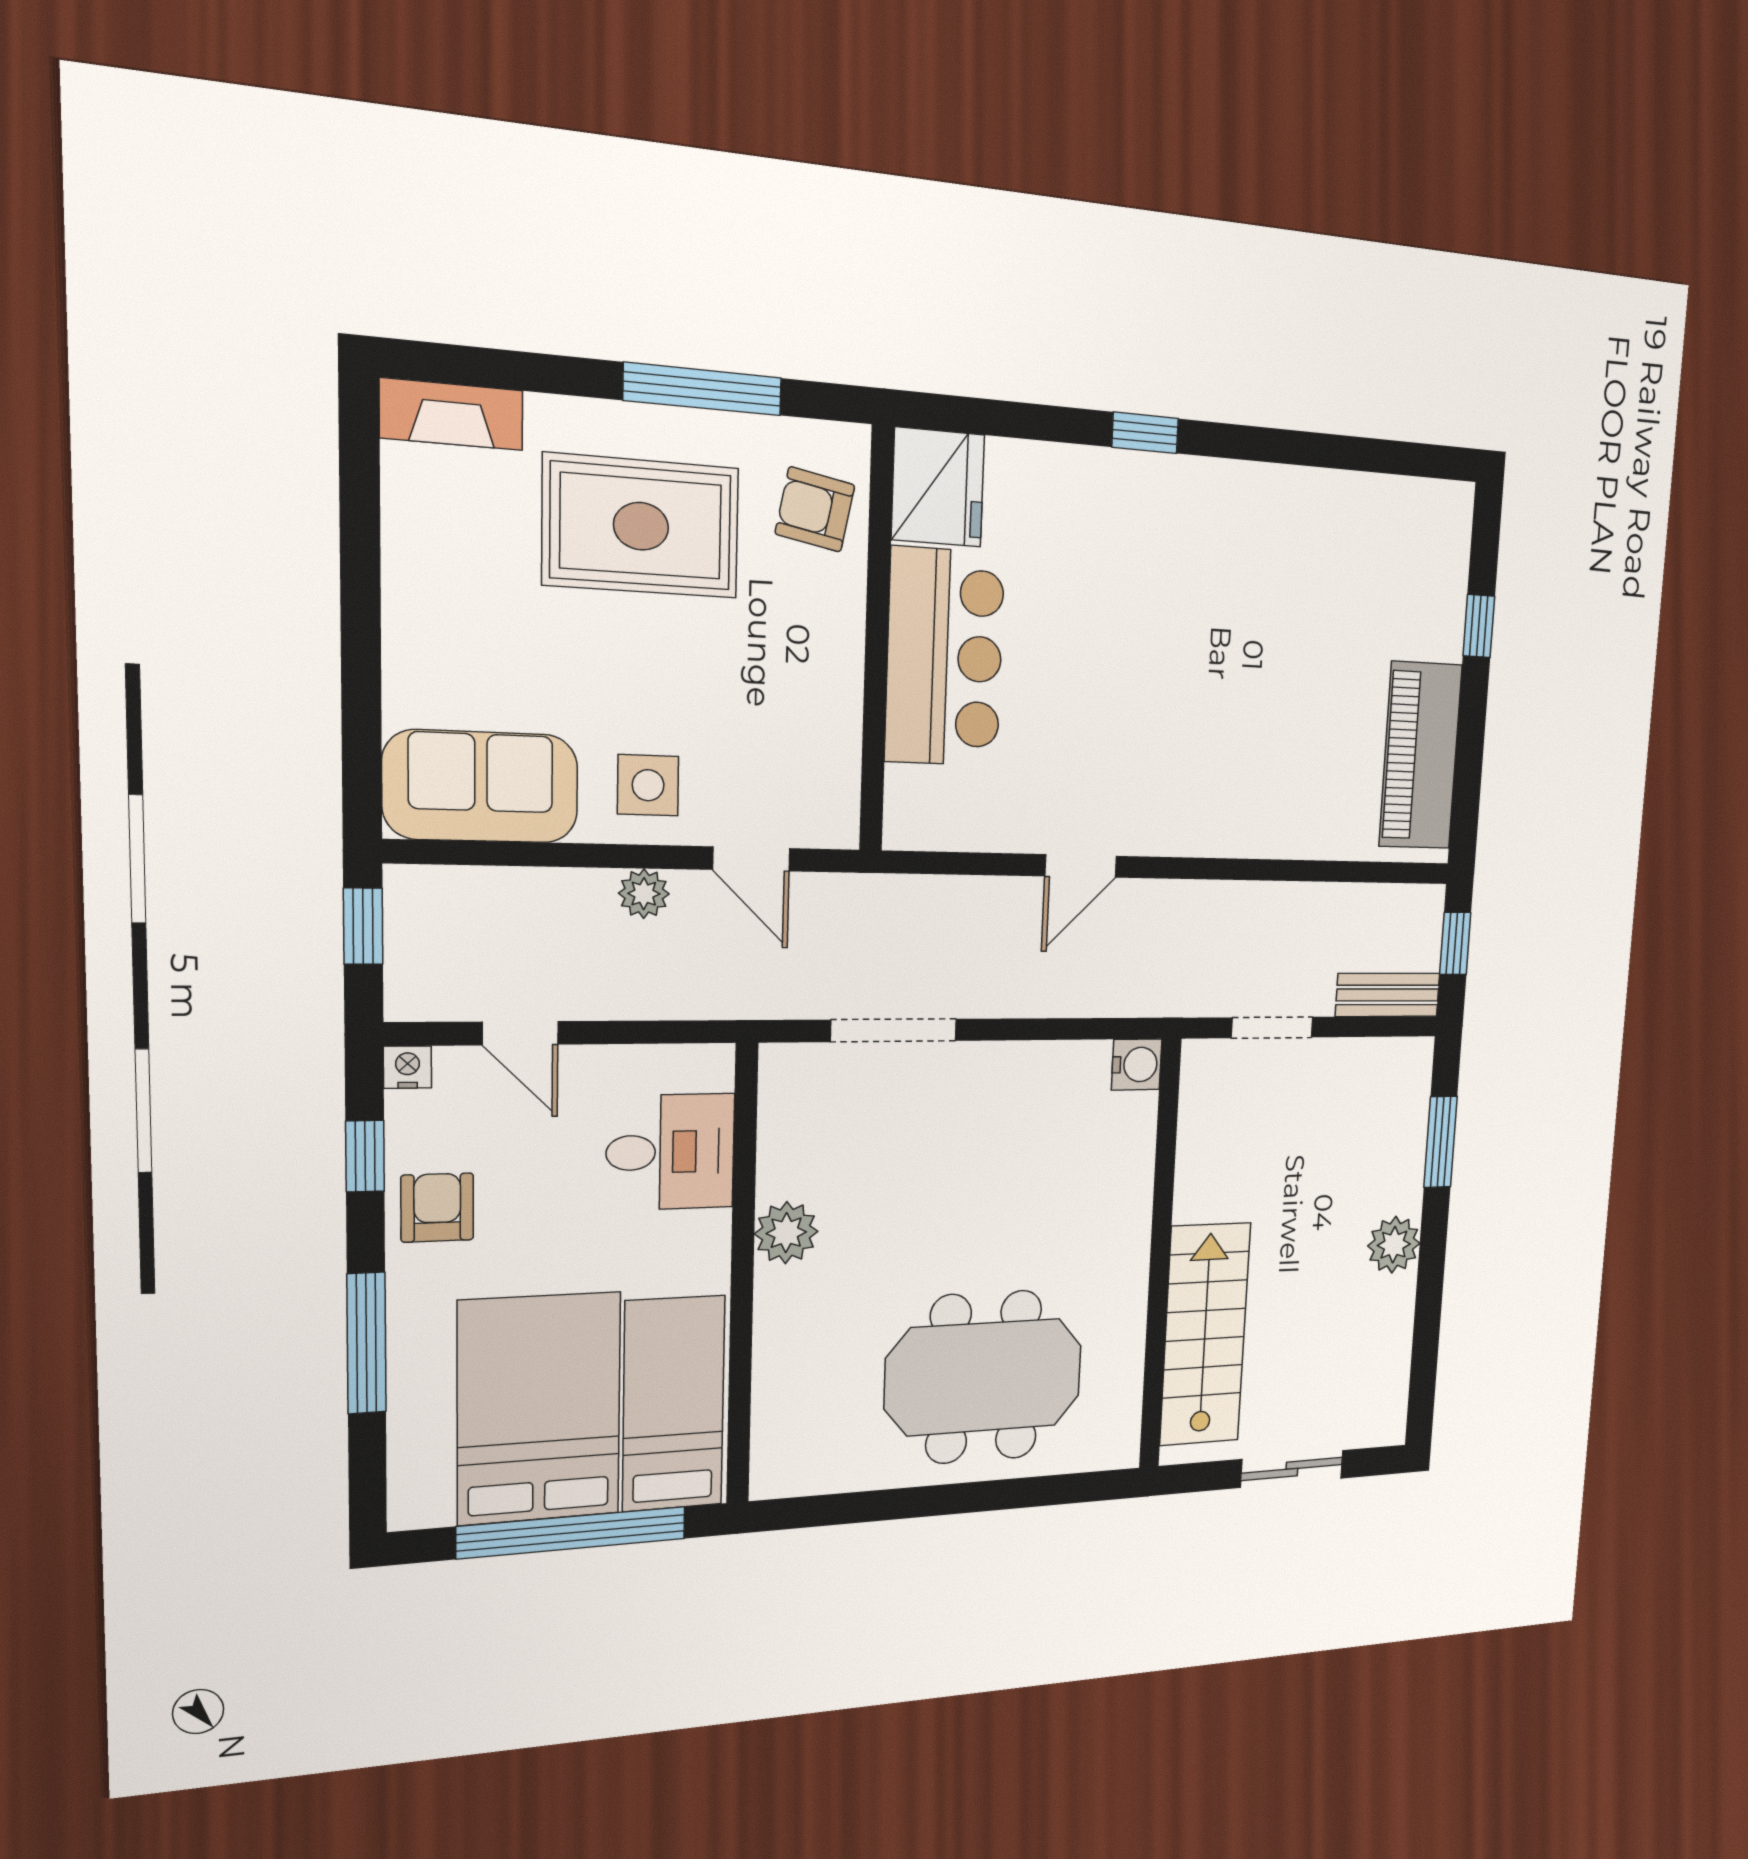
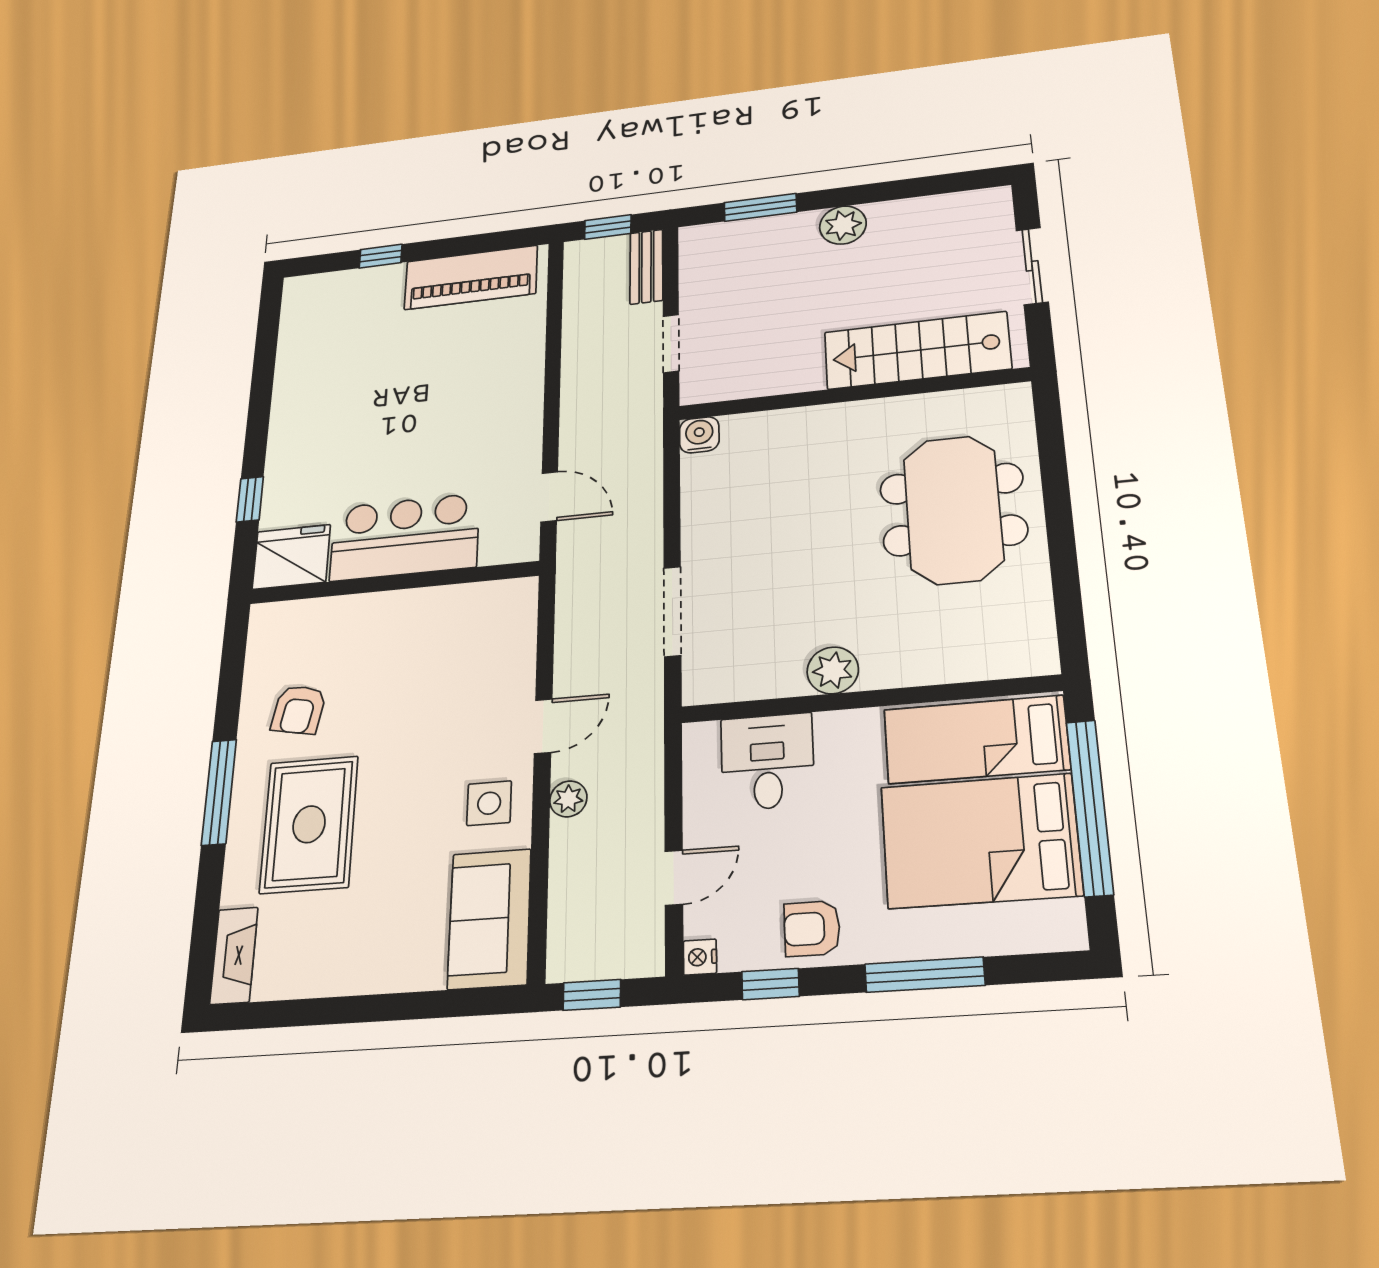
fridge: (938, 487) -> (291, 557), moved
wall: (877, 641) -> (393, 583), moved
bar counter: (945, 657) -> (405, 537), moved

